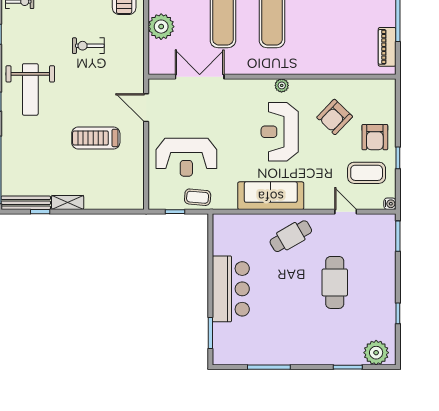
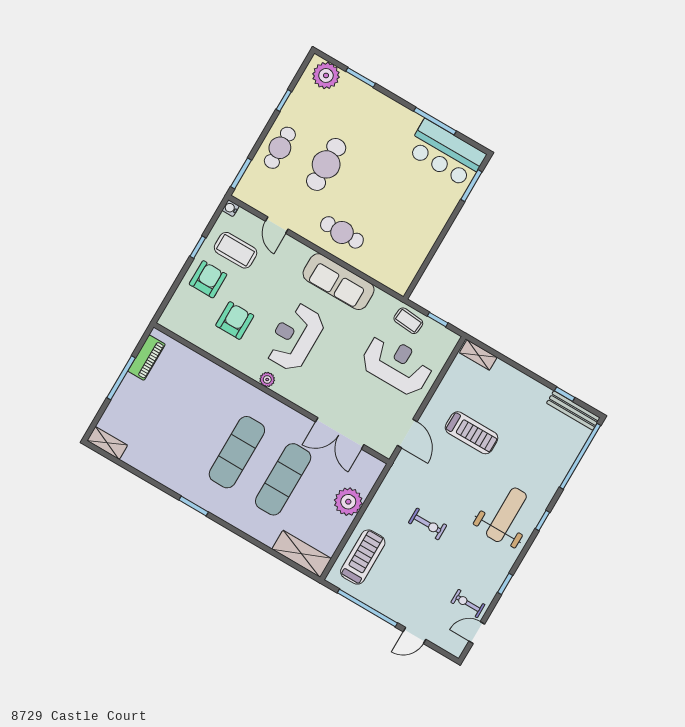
armchair: (335, 117) -> (235, 321), turned -44
reception desk: (280, 132) -> (295, 337), turned 180
shelving: (68, 202) -> (478, 355), moved
cafe table: (291, 236) -> (342, 232), turned 30
cafe table: (379, 274) -> (280, 148), added
bar counter: (231, 289) -> (446, 153), moved, turned -90

